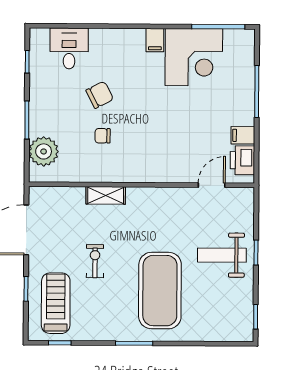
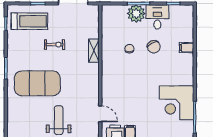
filing cabinet: (155, 40) -> (187, 48), moved
desk: (69, 48) -> (157, 17), moved, turned -90
plant: (44, 151) -> (136, 14), moved

